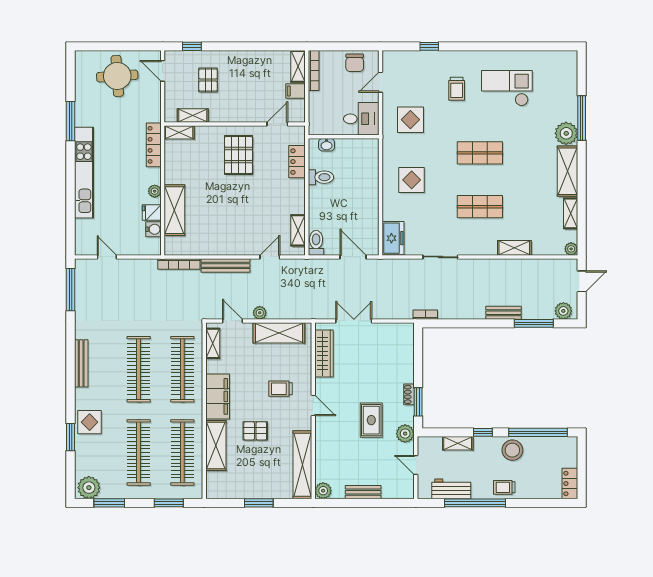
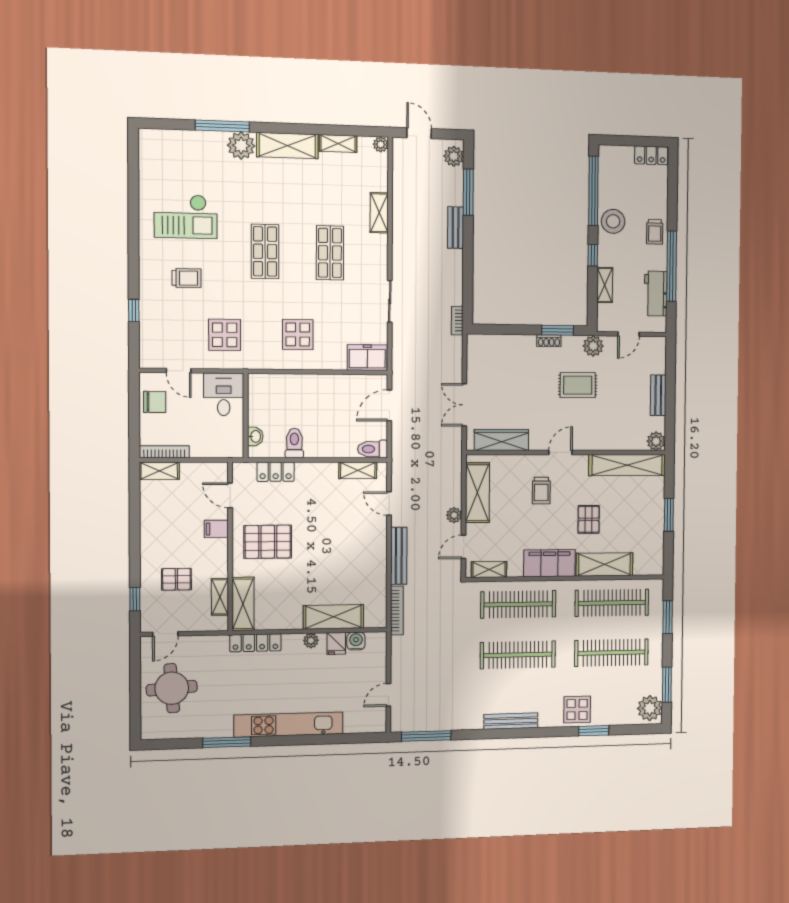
checkout: (507, 88) -> (186, 216), turned -90
filing cabinet: (296, 91) -> (216, 529), moved, turned 90
shelving: (179, 132) -> (243, 604), width x1.50, depth x1.33

